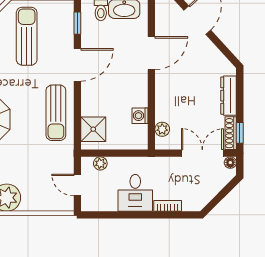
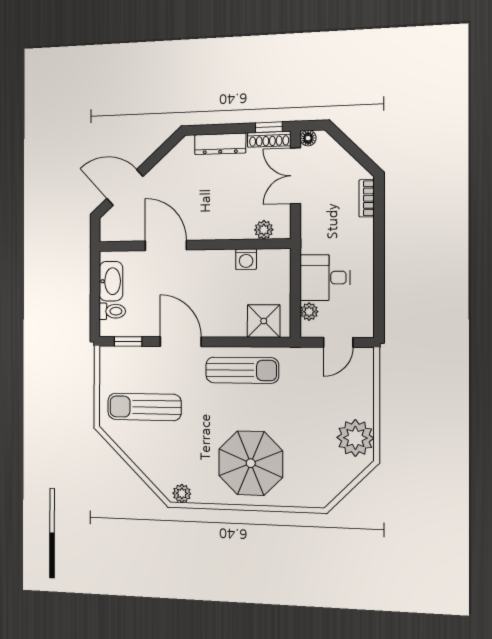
desk: (135, 193) -> (325, 278), moved, turned 180
bookcase: (168, 206) -> (367, 198), moved

